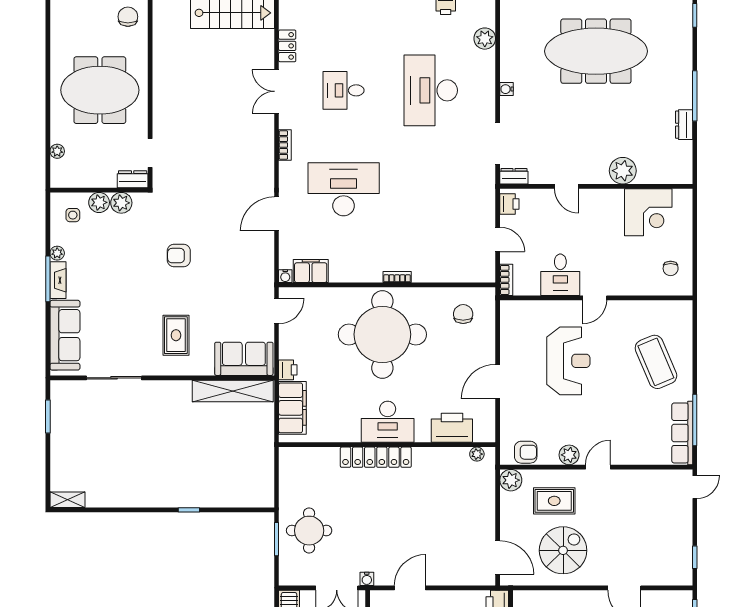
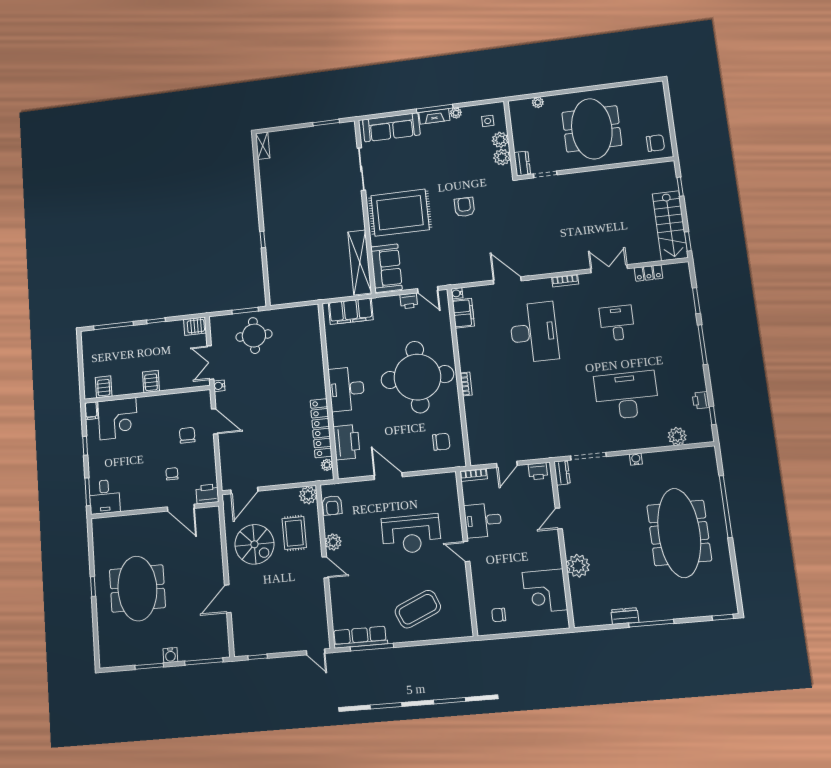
rug: (176, 335) -> (400, 213), width x1.86, depth x2.06
printer: (288, 370) -> (409, 301), moved
locker: (376, 457) -> (321, 428), moved

